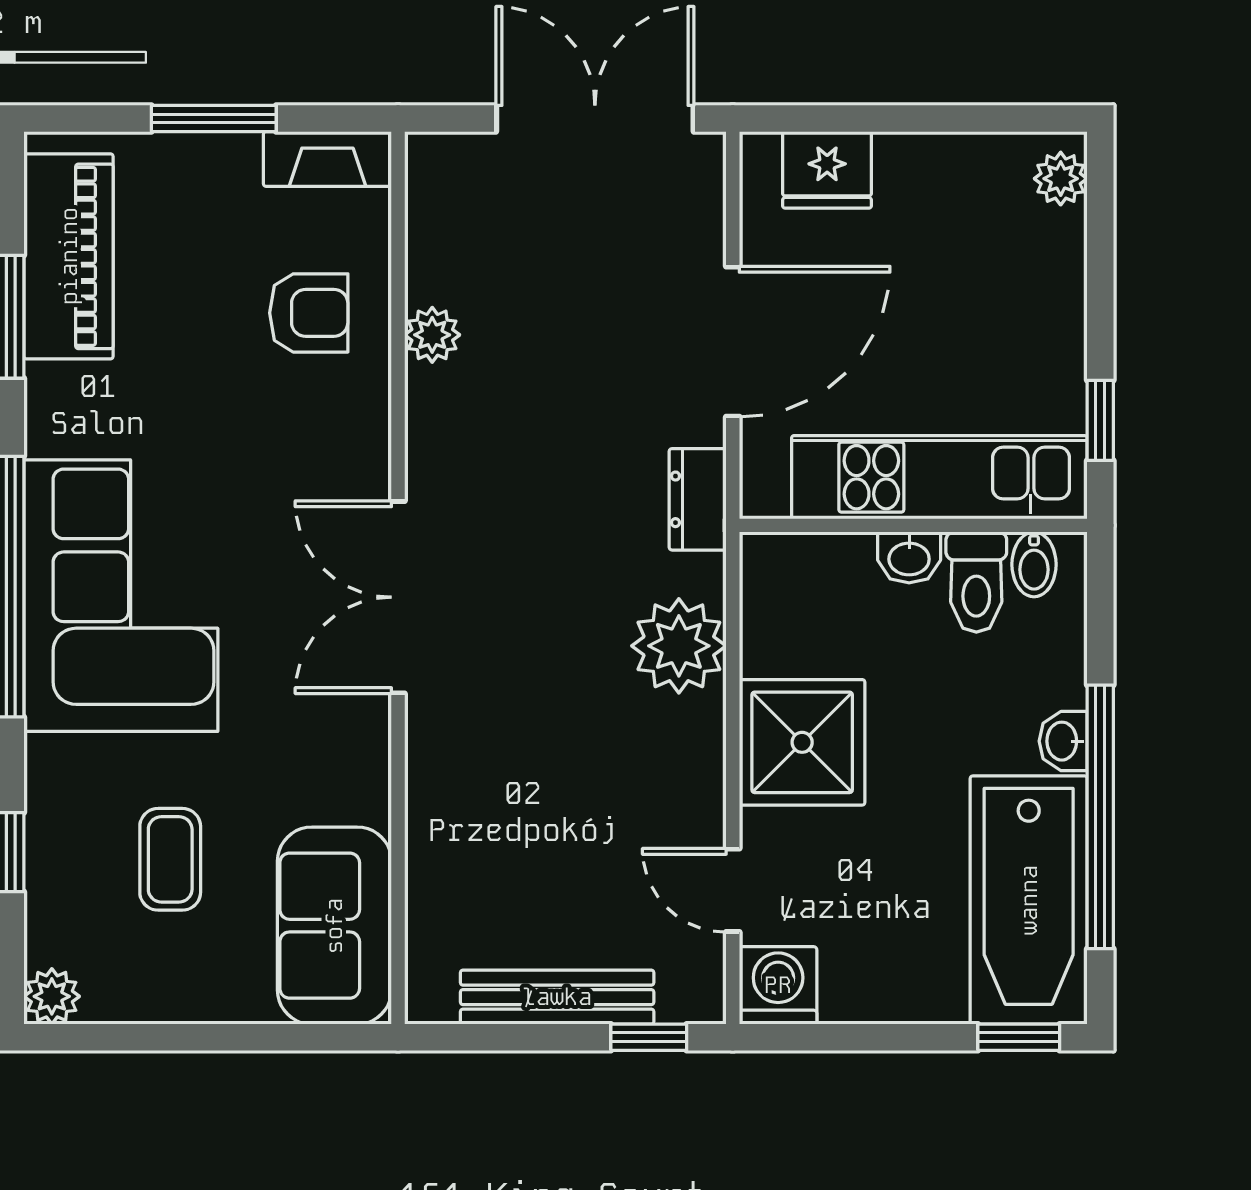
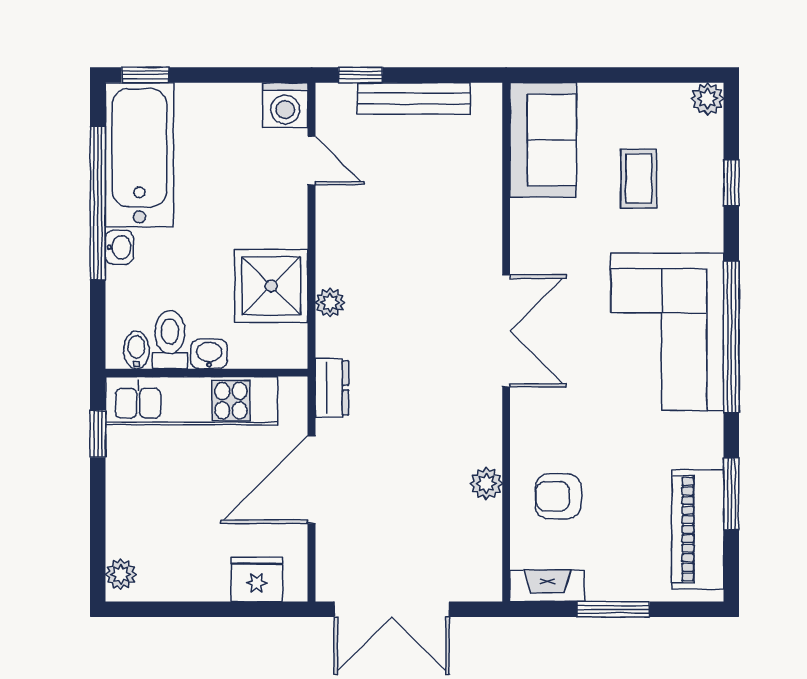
plant: (679, 646) -> (330, 303), width x0.53, depth x0.53
shower: (802, 742) -> (271, 286), moved

